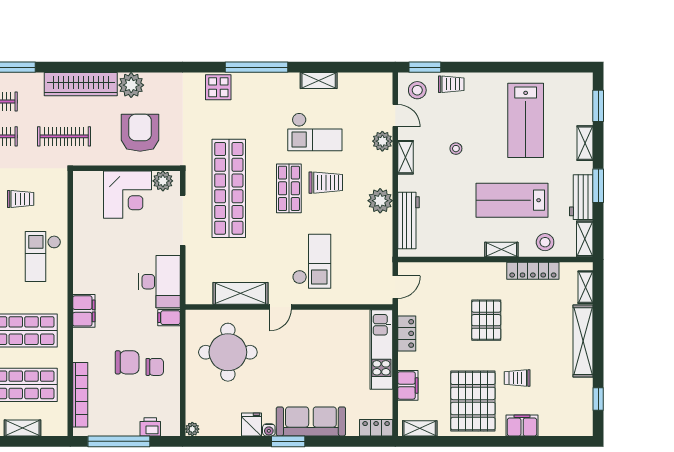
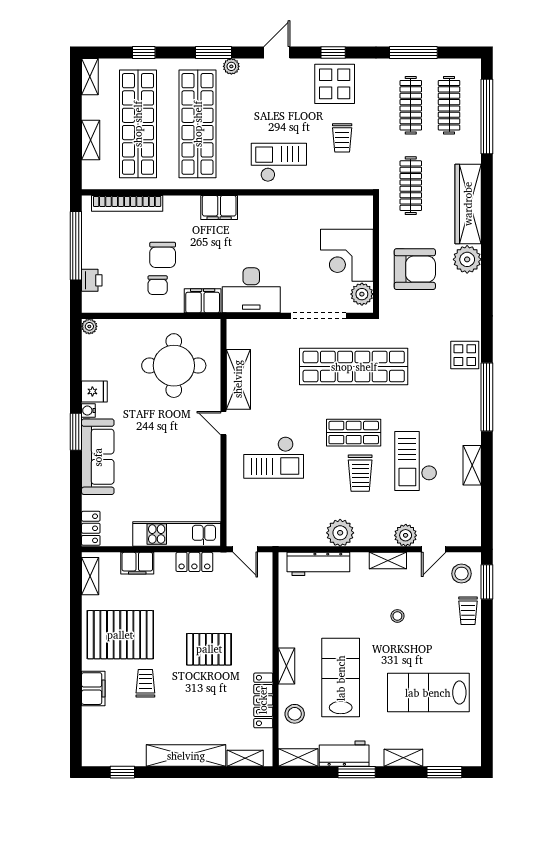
filing cabinet: (169, 318) -> (203, 301), width x2.00

